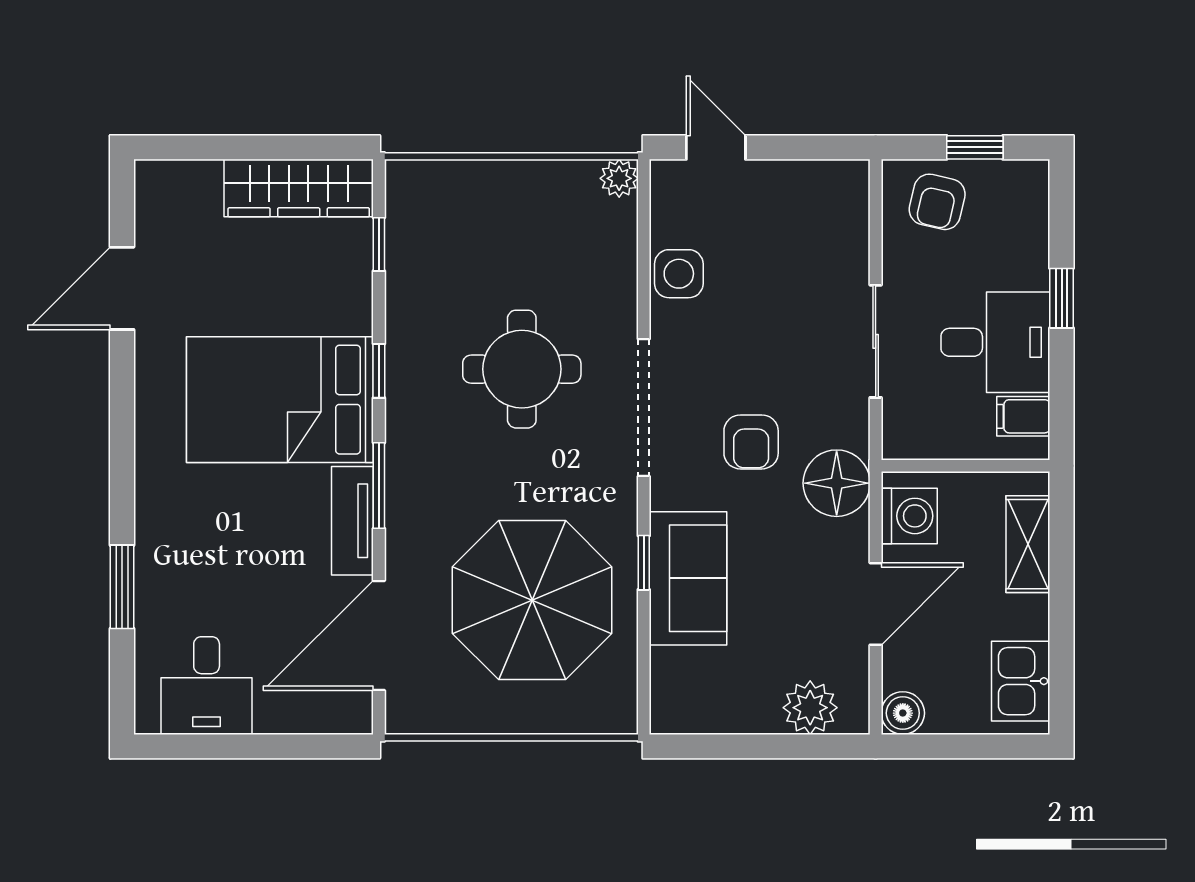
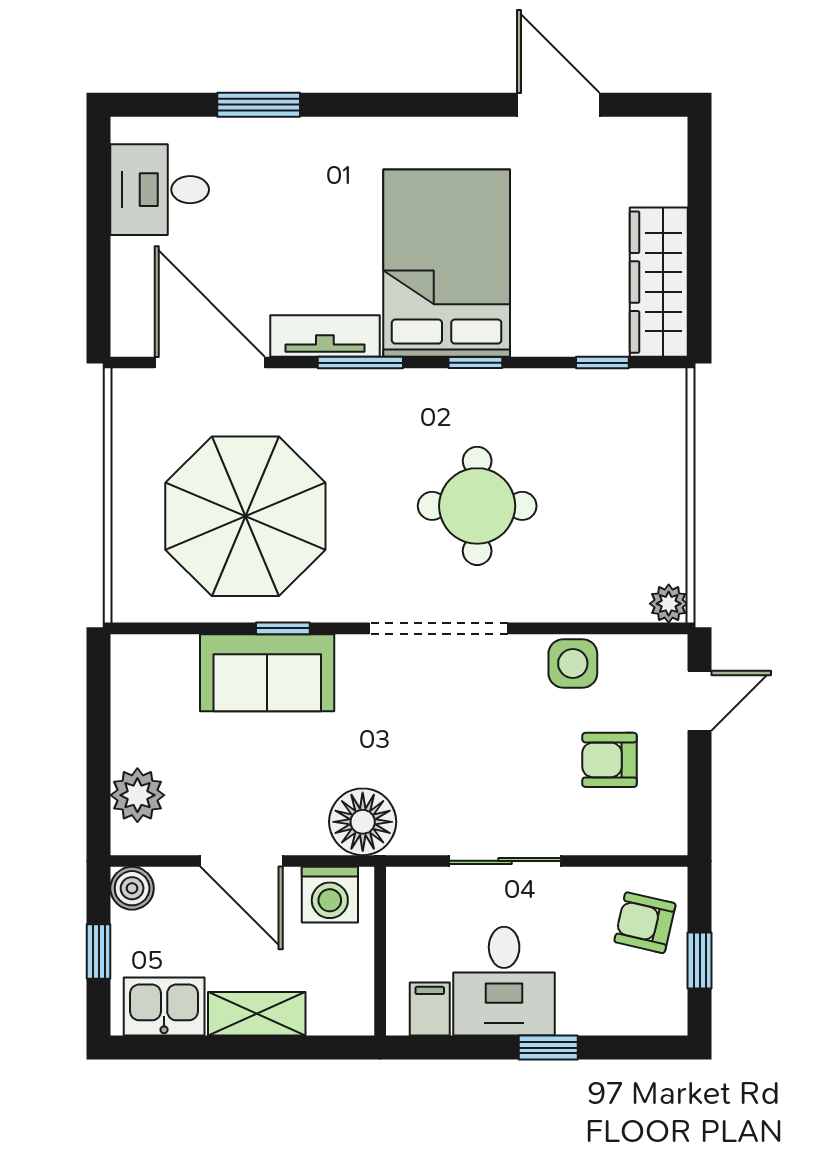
armchair: (751, 442) -> (610, 760), moved
shelving: (1028, 544) -> (257, 1014), moved
window: (966, 746) -> (99, 952), added

